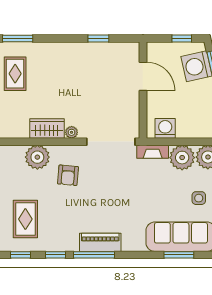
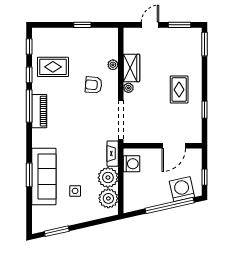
rug: (15, 74) -> (179, 90), moved, turned 90
plant: (37, 157) -> (113, 65), width x0.53, depth x0.53
rug: (25, 219) -> (53, 67), moved

